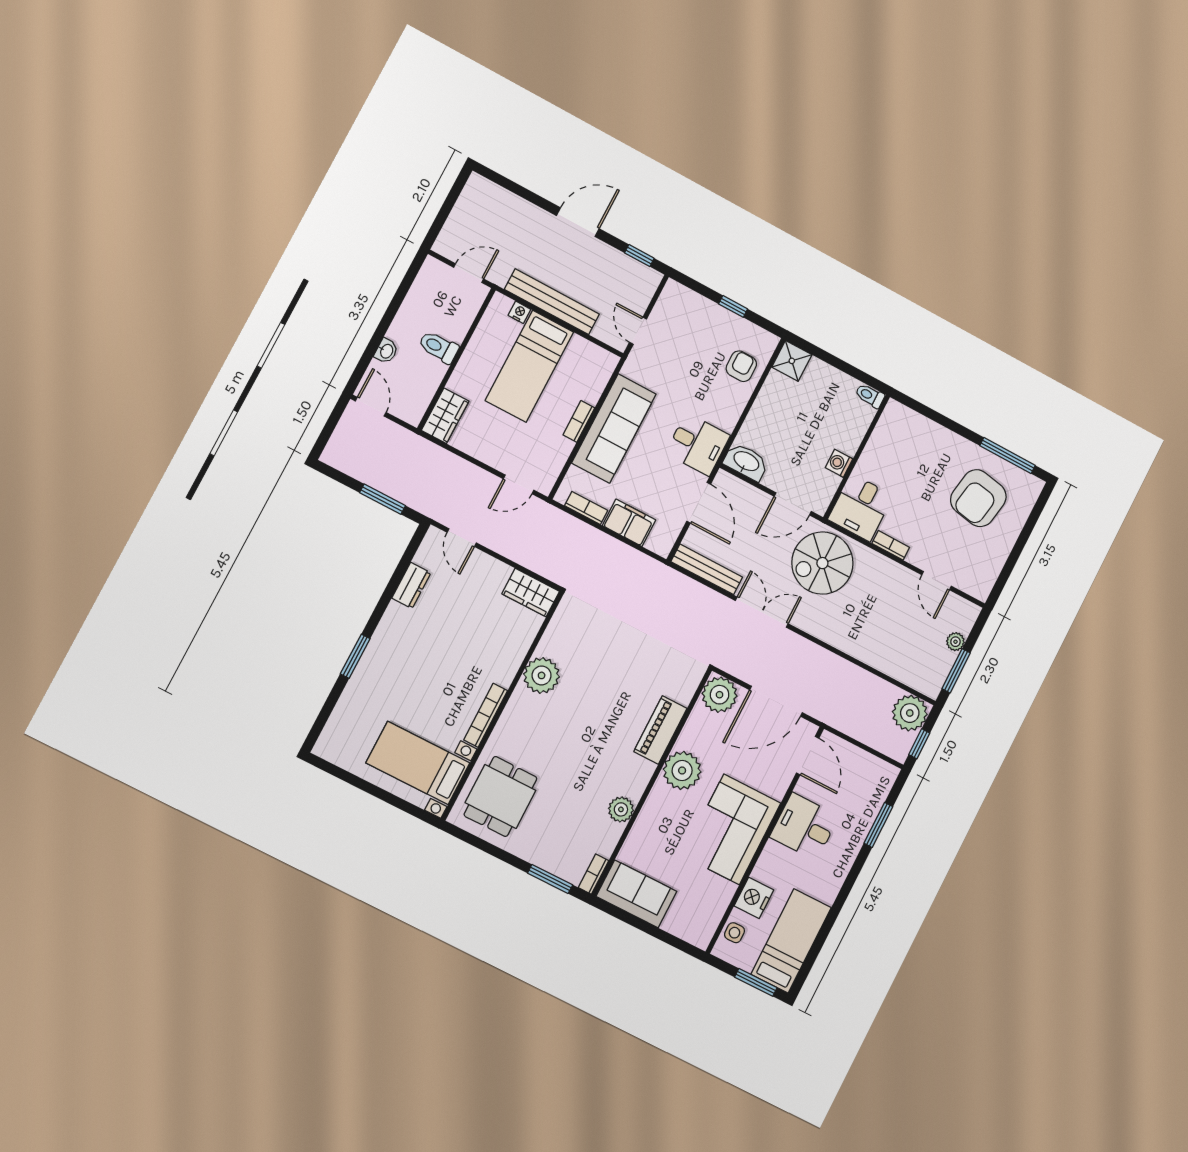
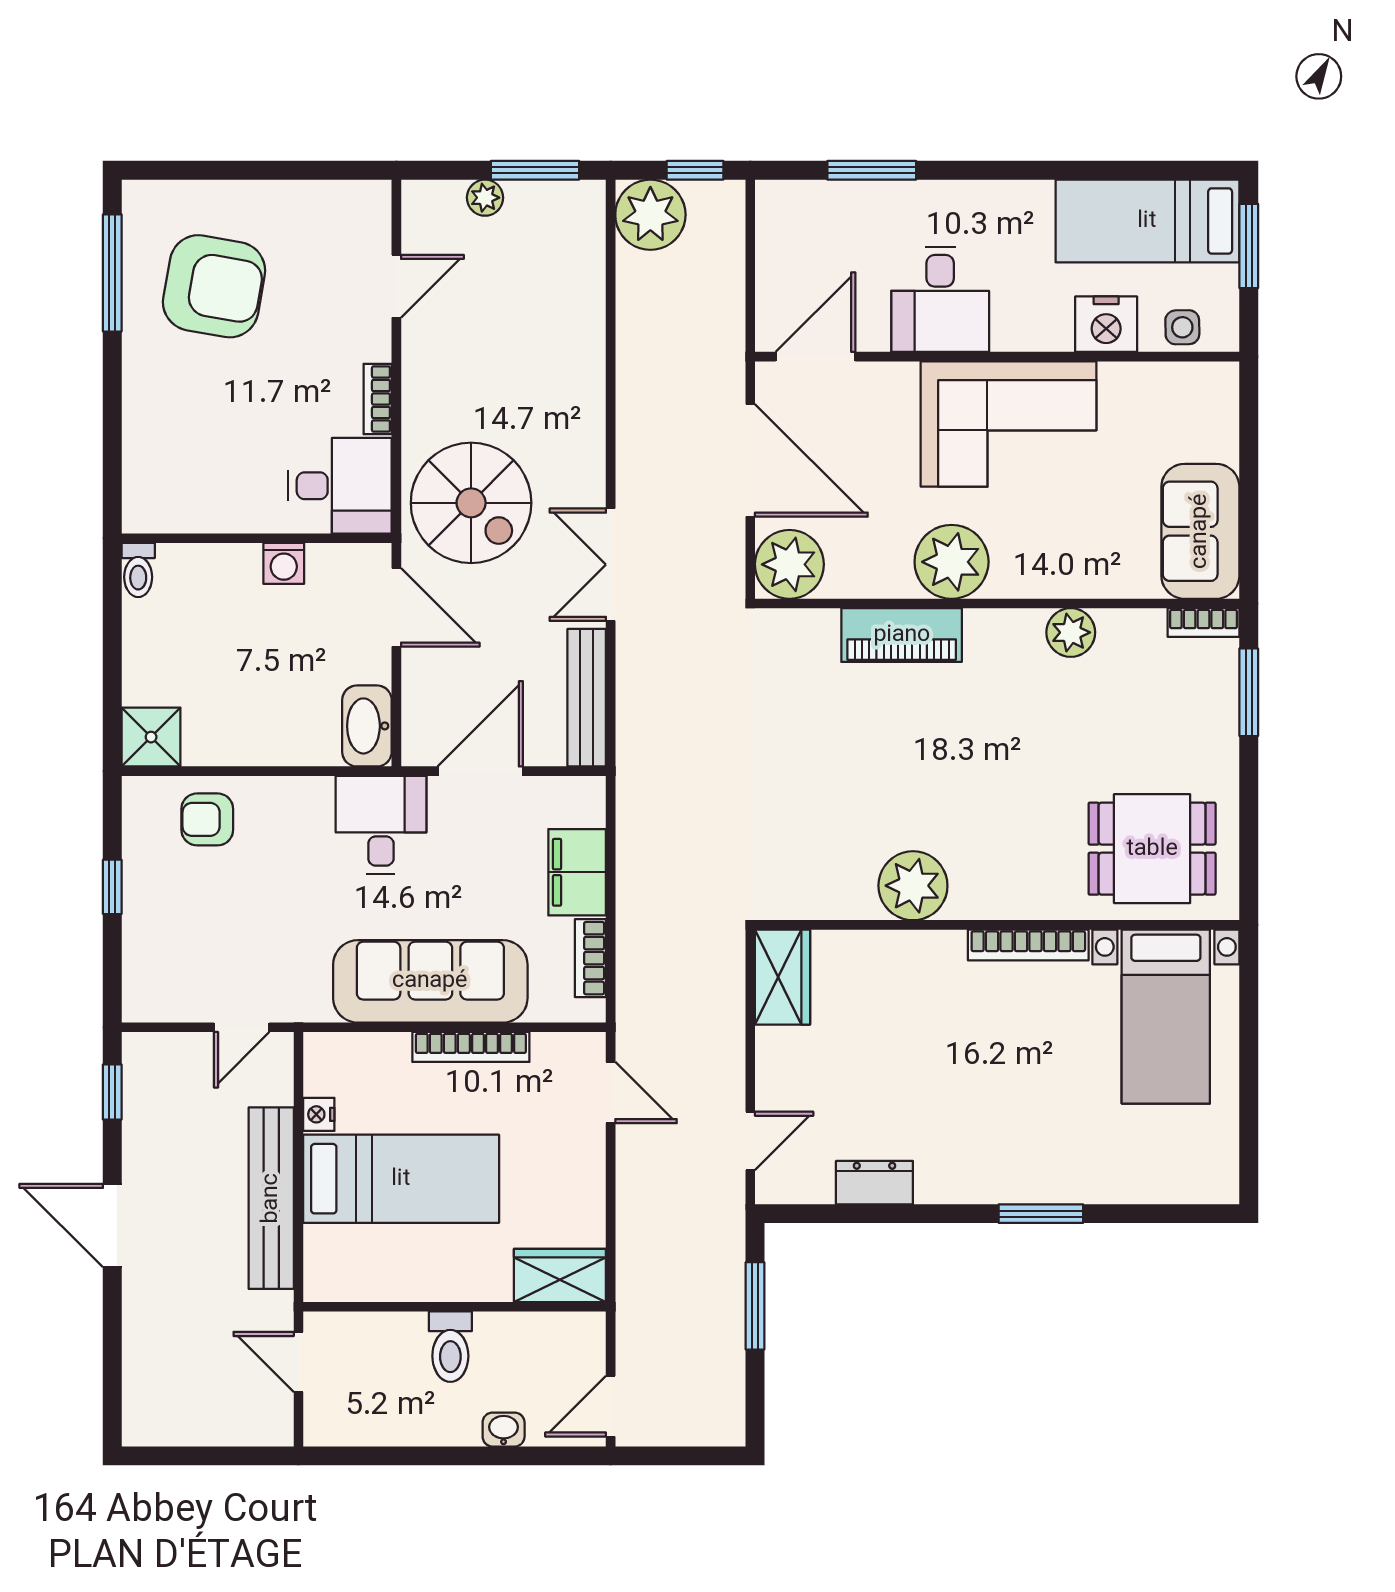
nightstand: (519, 312) -> (319, 1114), moved
bookcase: (579, 421) -> (471, 1047), width x1.56

